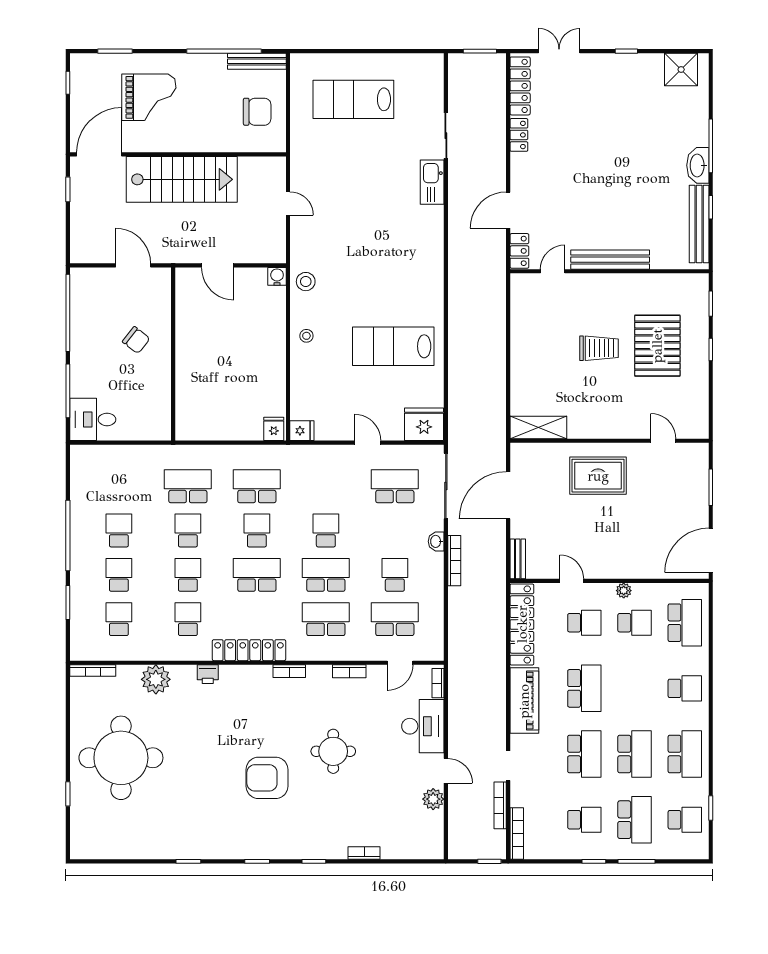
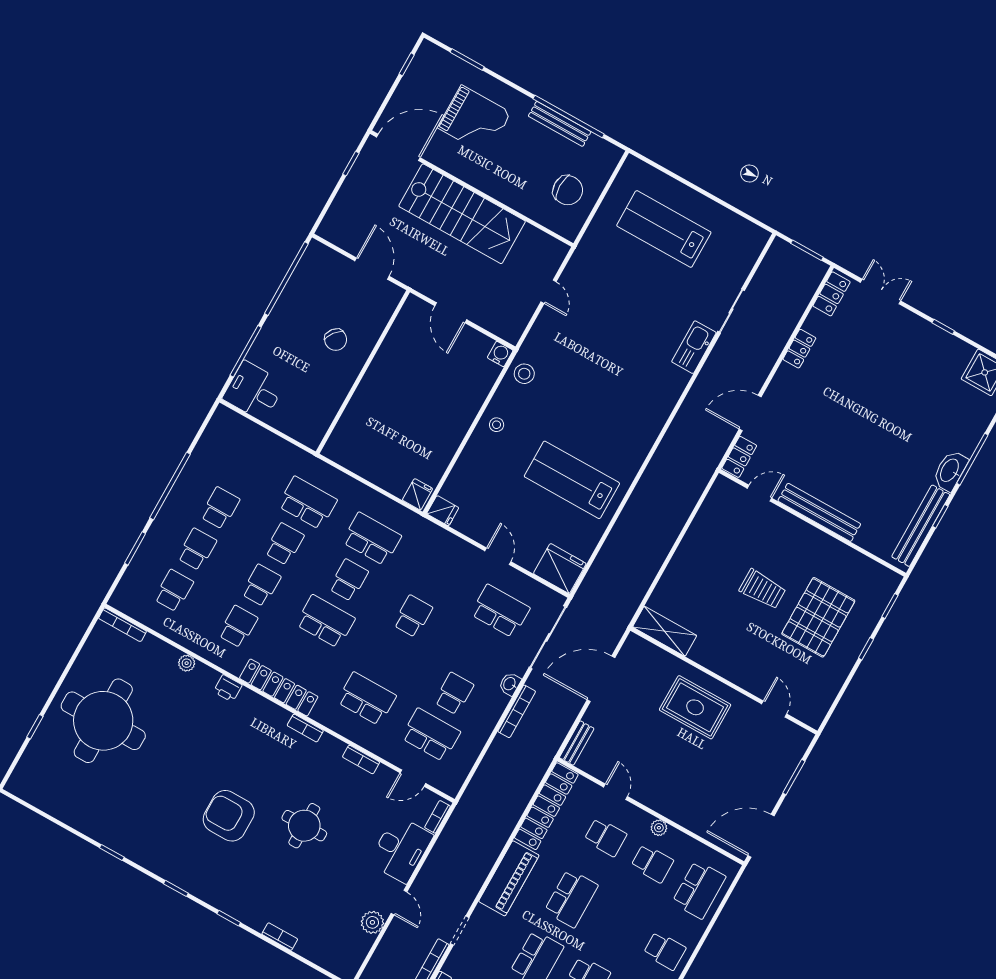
bench: (257, 61) -> (560, 124), moved
locker: (520, 86) -> (832, 294), width x0.66
school desk: (326, 575) -> (390, 657), removed
plant: (156, 679) -> (187, 663), width x0.53, depth x0.53

